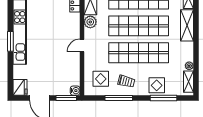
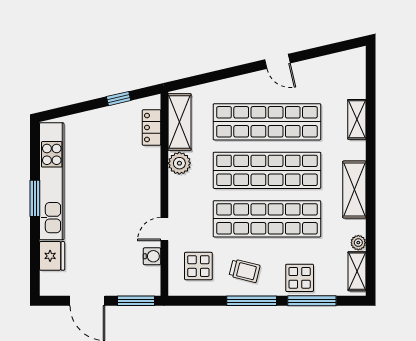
shelving: (187, 25) -> (354, 190), moved
door: (82, 45) -> (164, 229), moved
fridge: (20, 87) -> (52, 256), moved
water cooler: (75, 91) -> (152, 256), moved
window: (119, 98) -> (252, 301), moved

